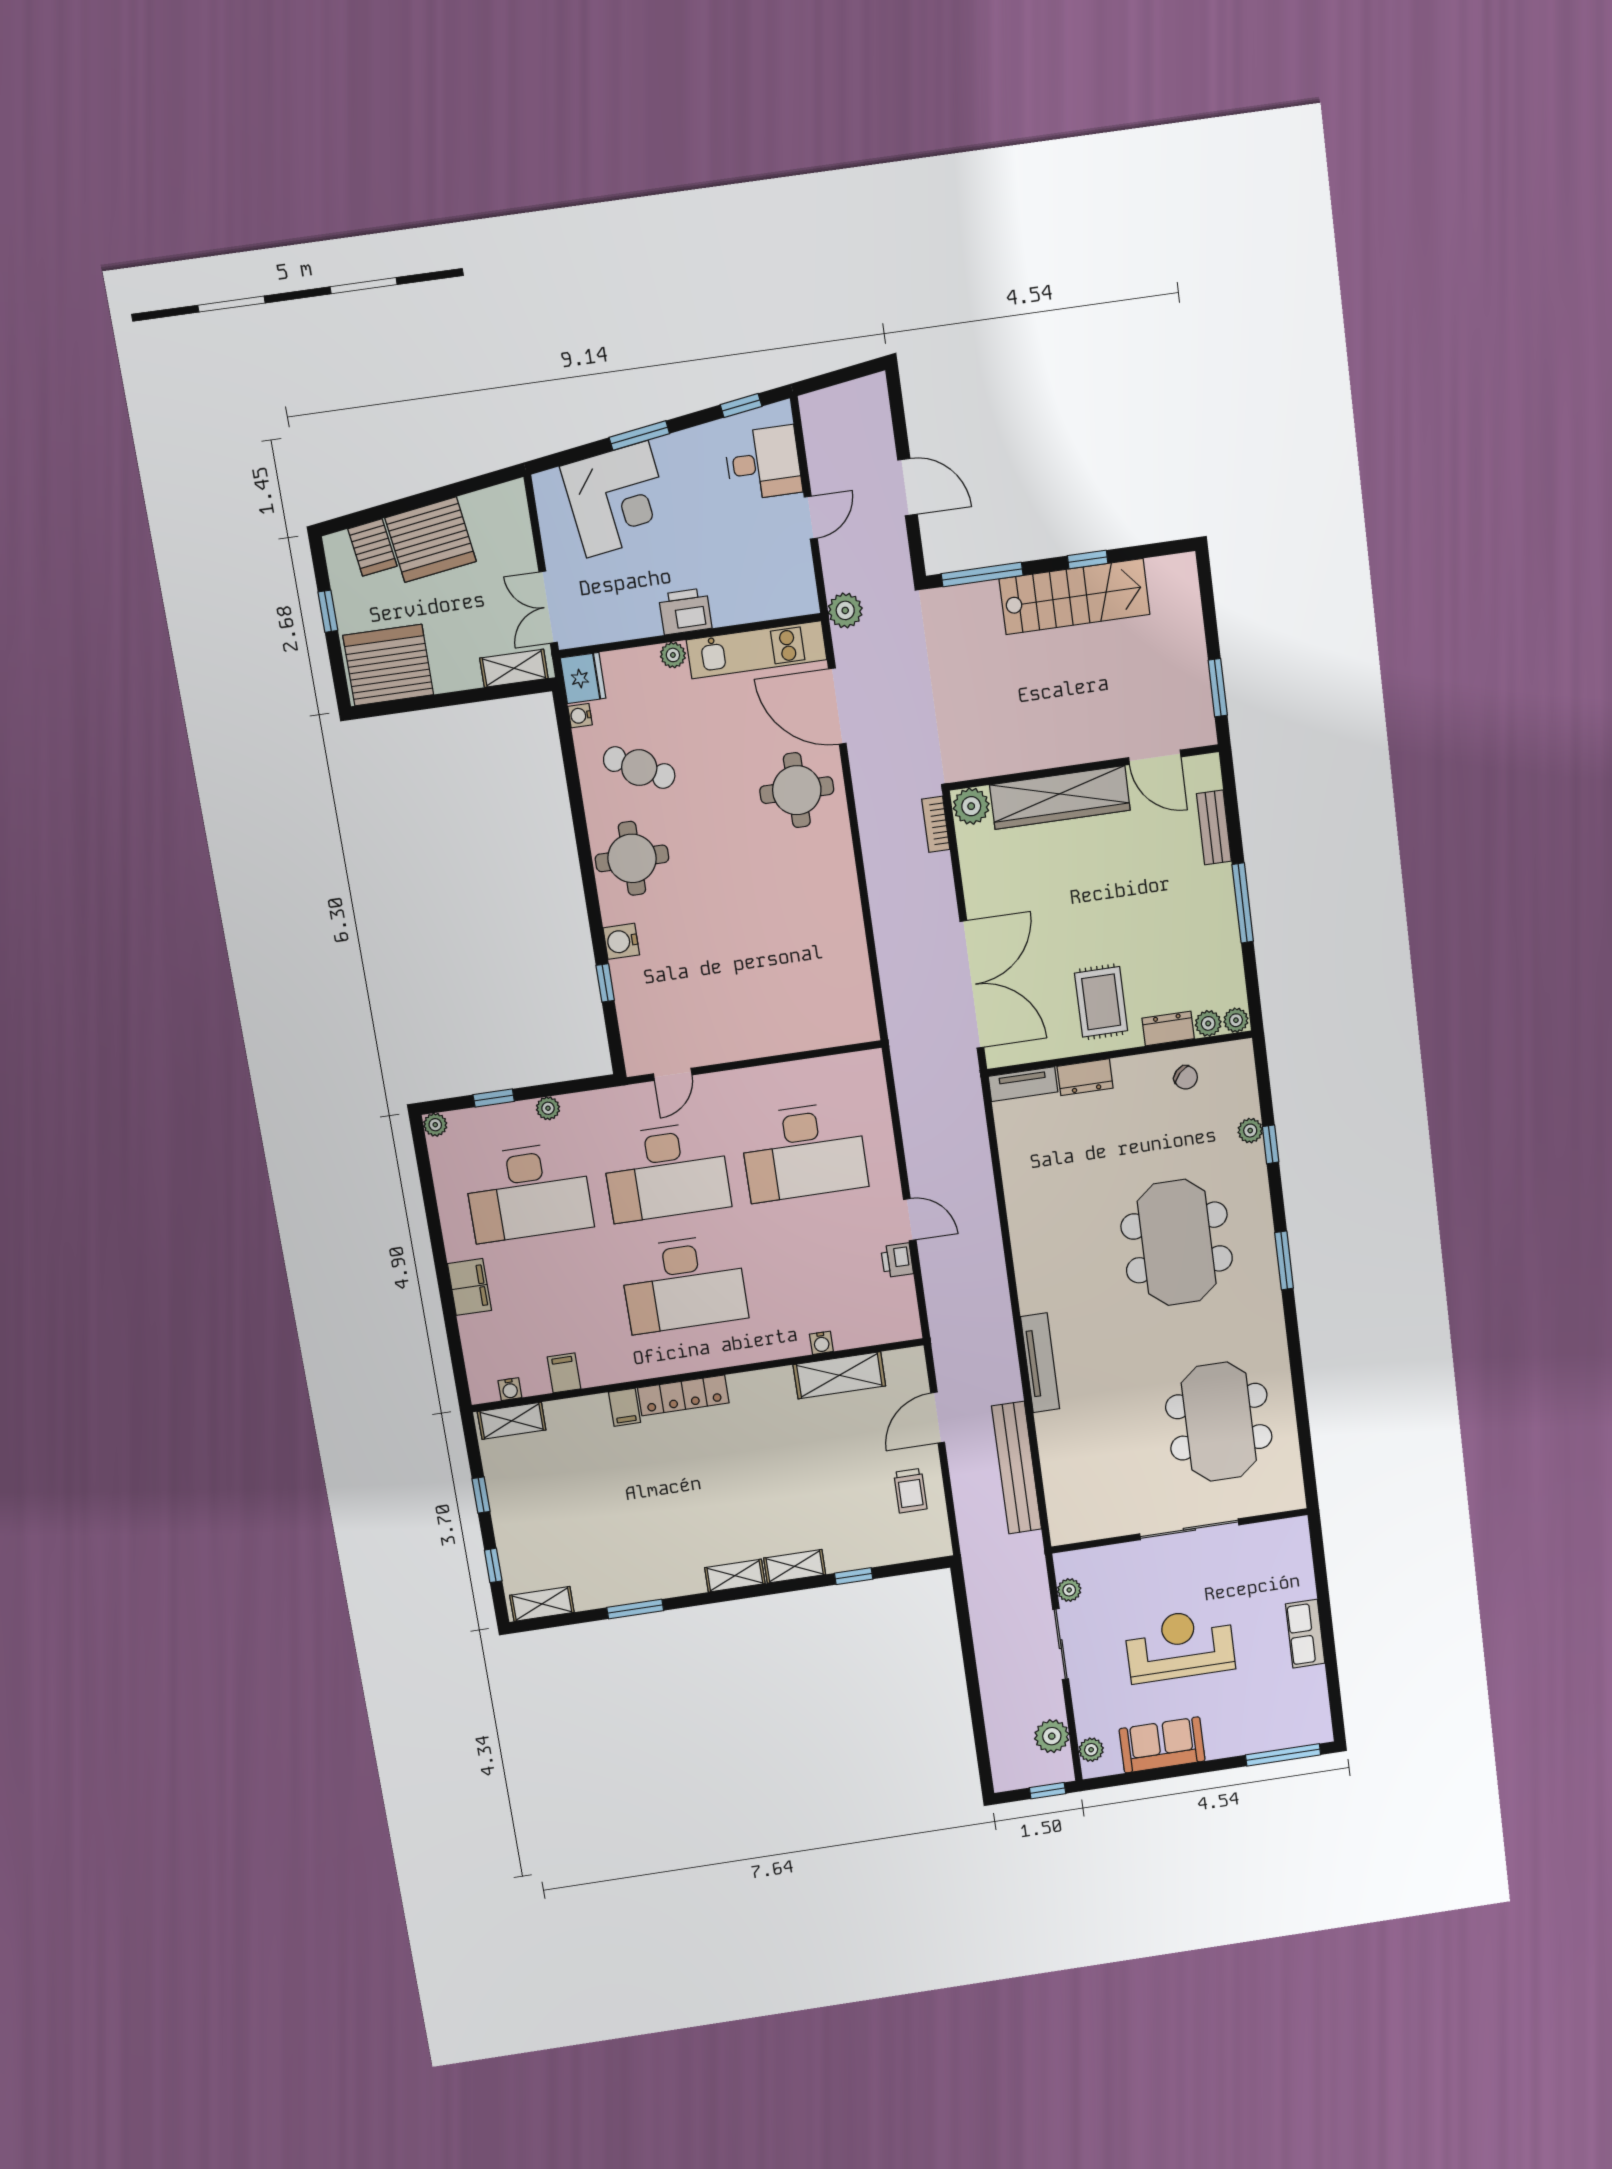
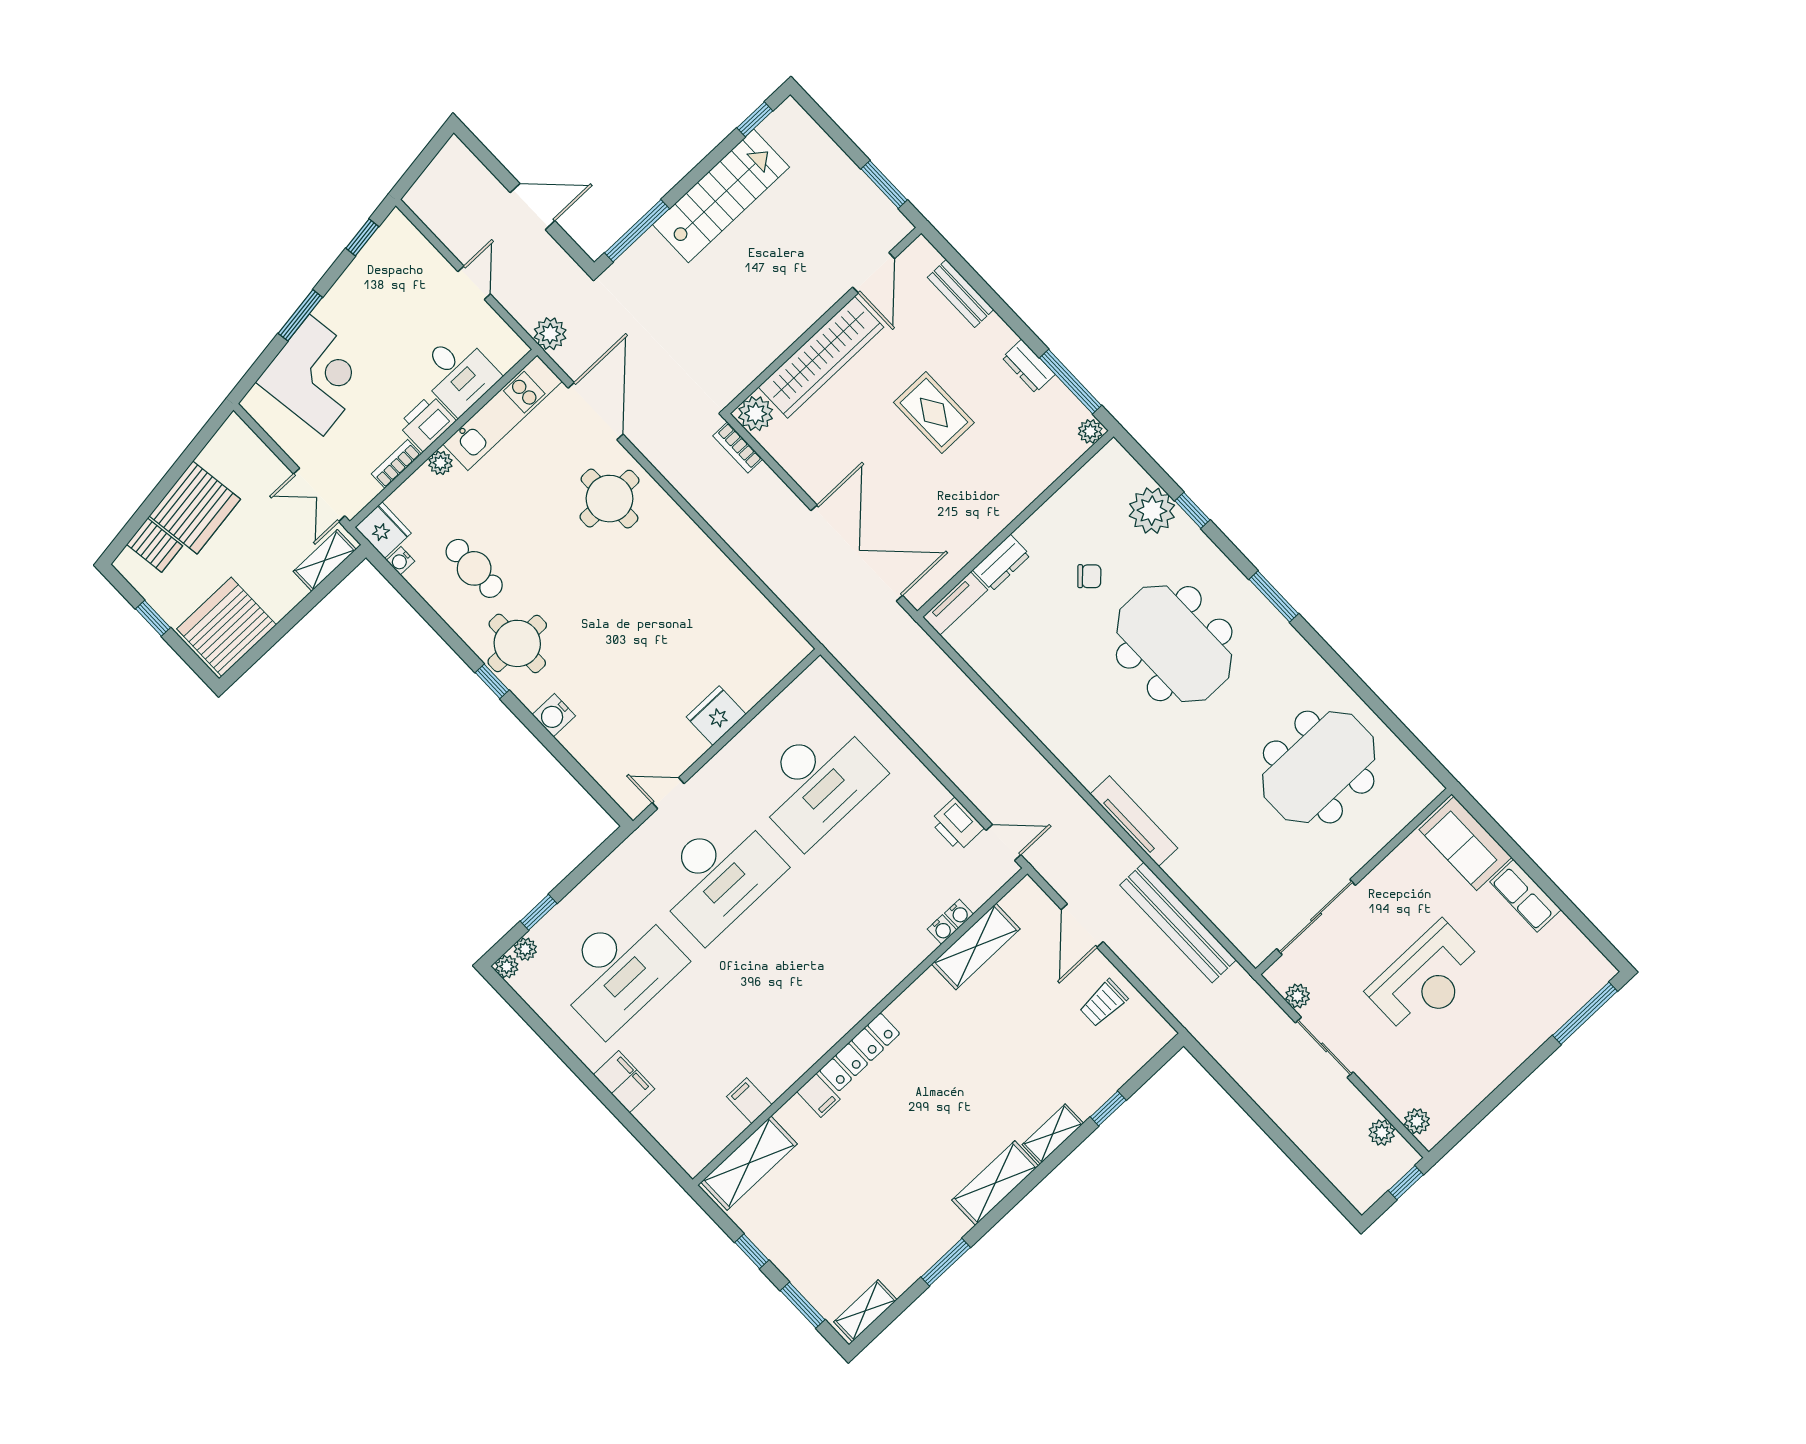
desk: (763, 463) -> (458, 373), moved, turned 90
window: (1088, 560) -> (755, 119), moved
bookcase: (634, 628) -> (396, 464), added
door: (837, 706) -> (596, 411), swing flipped
door: (1155, 757) -> (874, 273), hinge flipped
cafe table: (639, 768) -> (474, 568), turned 63
window: (1243, 903) -> (1071, 382), moved
window: (605, 983) -> (492, 681), moved
rug: (1101, 1002) -> (934, 413), moved
plant: (1208, 1023) -> (1070, 450), removed
dresser: (1168, 1028) -> (1028, 366), moved, turned -90
fridge: (759, 1038) -> (716, 716), added
door: (673, 1074) -> (668, 793), swing flipped
chair: (1186, 1077) -> (1089, 576), moved
plant: (548, 1108) -> (525, 949), moved
plant: (1250, 1131) -> (1152, 511), width x1.88, depth x1.88
door: (910, 1220) -> (1003, 842), moved
printer: (897, 1260) -> (957, 825), width x1.36, depth x1.24
desk: (684, 1284) -> (795, 958), removed
water cooler: (510, 1389) -> (959, 914), moved
shelving: (512, 1421) -> (749, 1163), width x1.50, depth x1.33
meeting table: (1219, 1422) -> (1319, 767), turned 90
trolley: (910, 1491) -> (1103, 1003), turned 90
sliding door: (1189, 1529) -> (1316, 917), moved
window: (493, 1565) -> (803, 1305), width x1.50
shelving: (735, 1576) -> (995, 1183), width x1.50, depth x1.33
reception desk: (1180, 1645) -> (1426, 979), turned 180
plant: (1052, 1736) -> (1382, 1133), width x0.73, depth x0.73
sofa: (1162, 1745) -> (1465, 843), moved, turned -90

